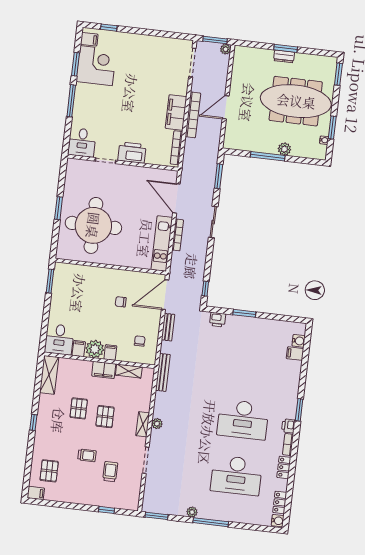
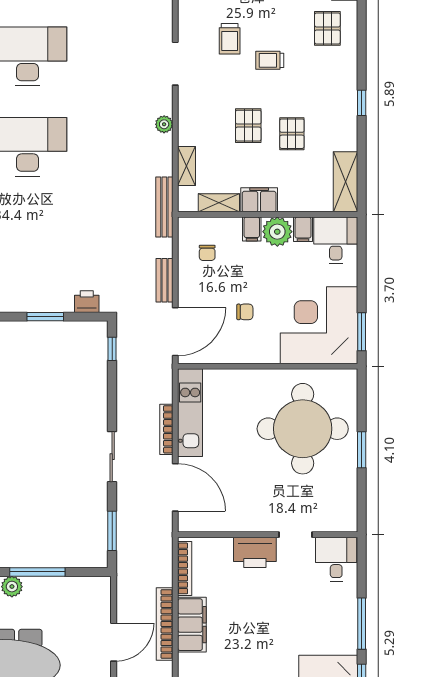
corner desk: (76, 288) -> (319, 325), added
shelving: (143, 424) -> (187, 166), moved

